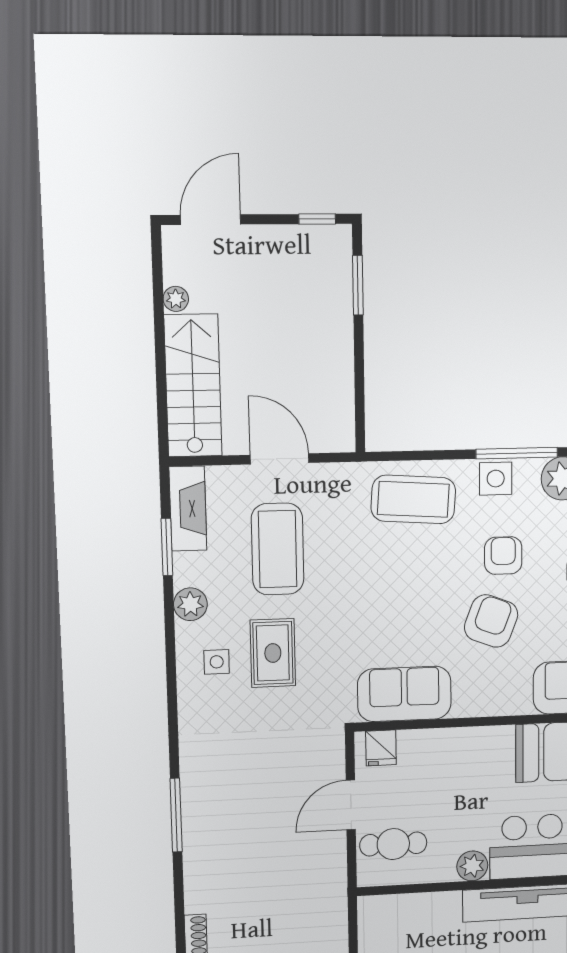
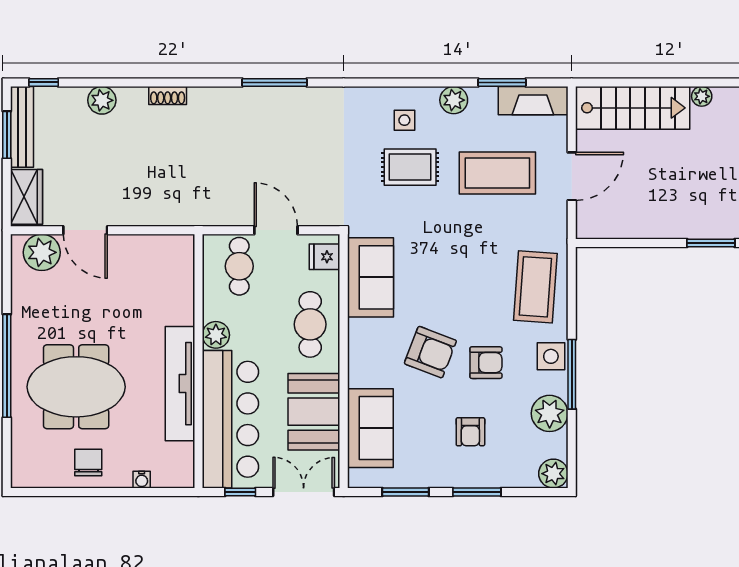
cafe table: (460, 761) -> (310, 324), added

